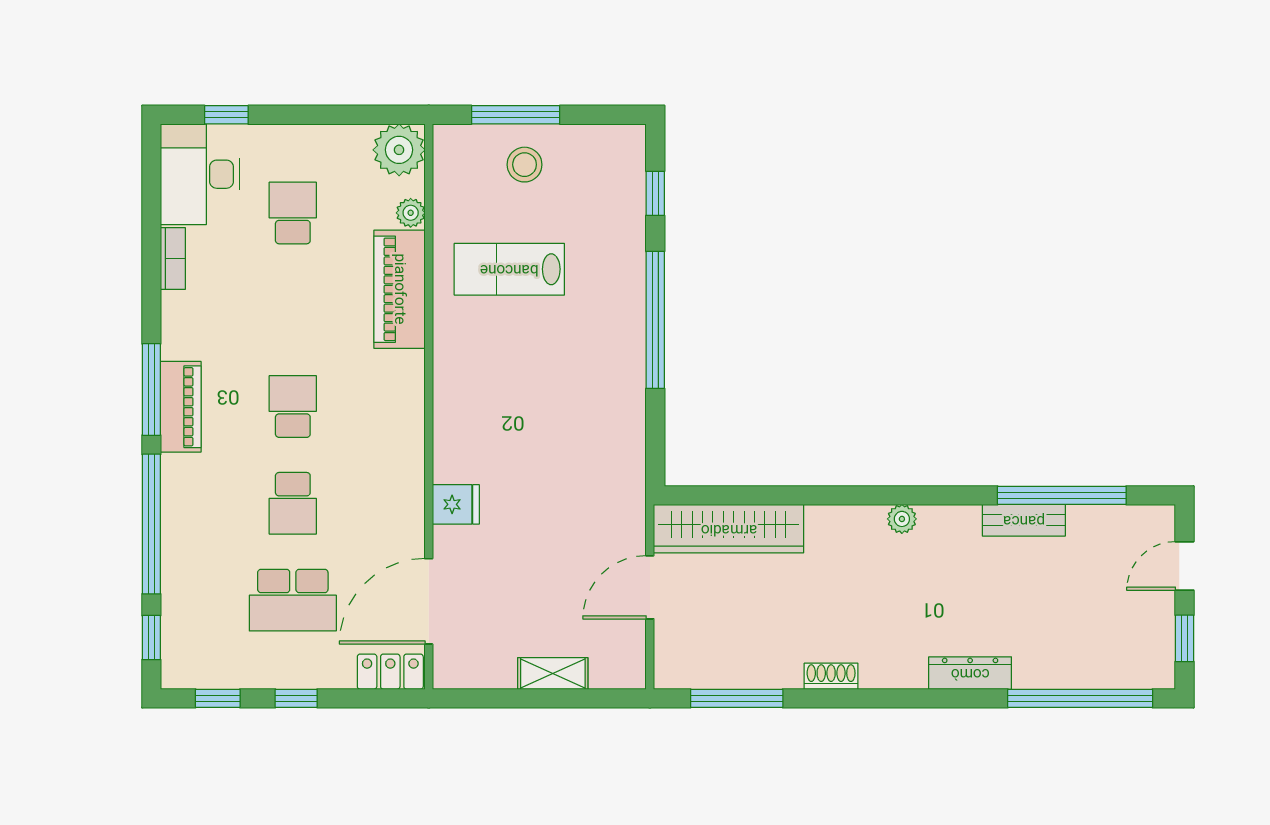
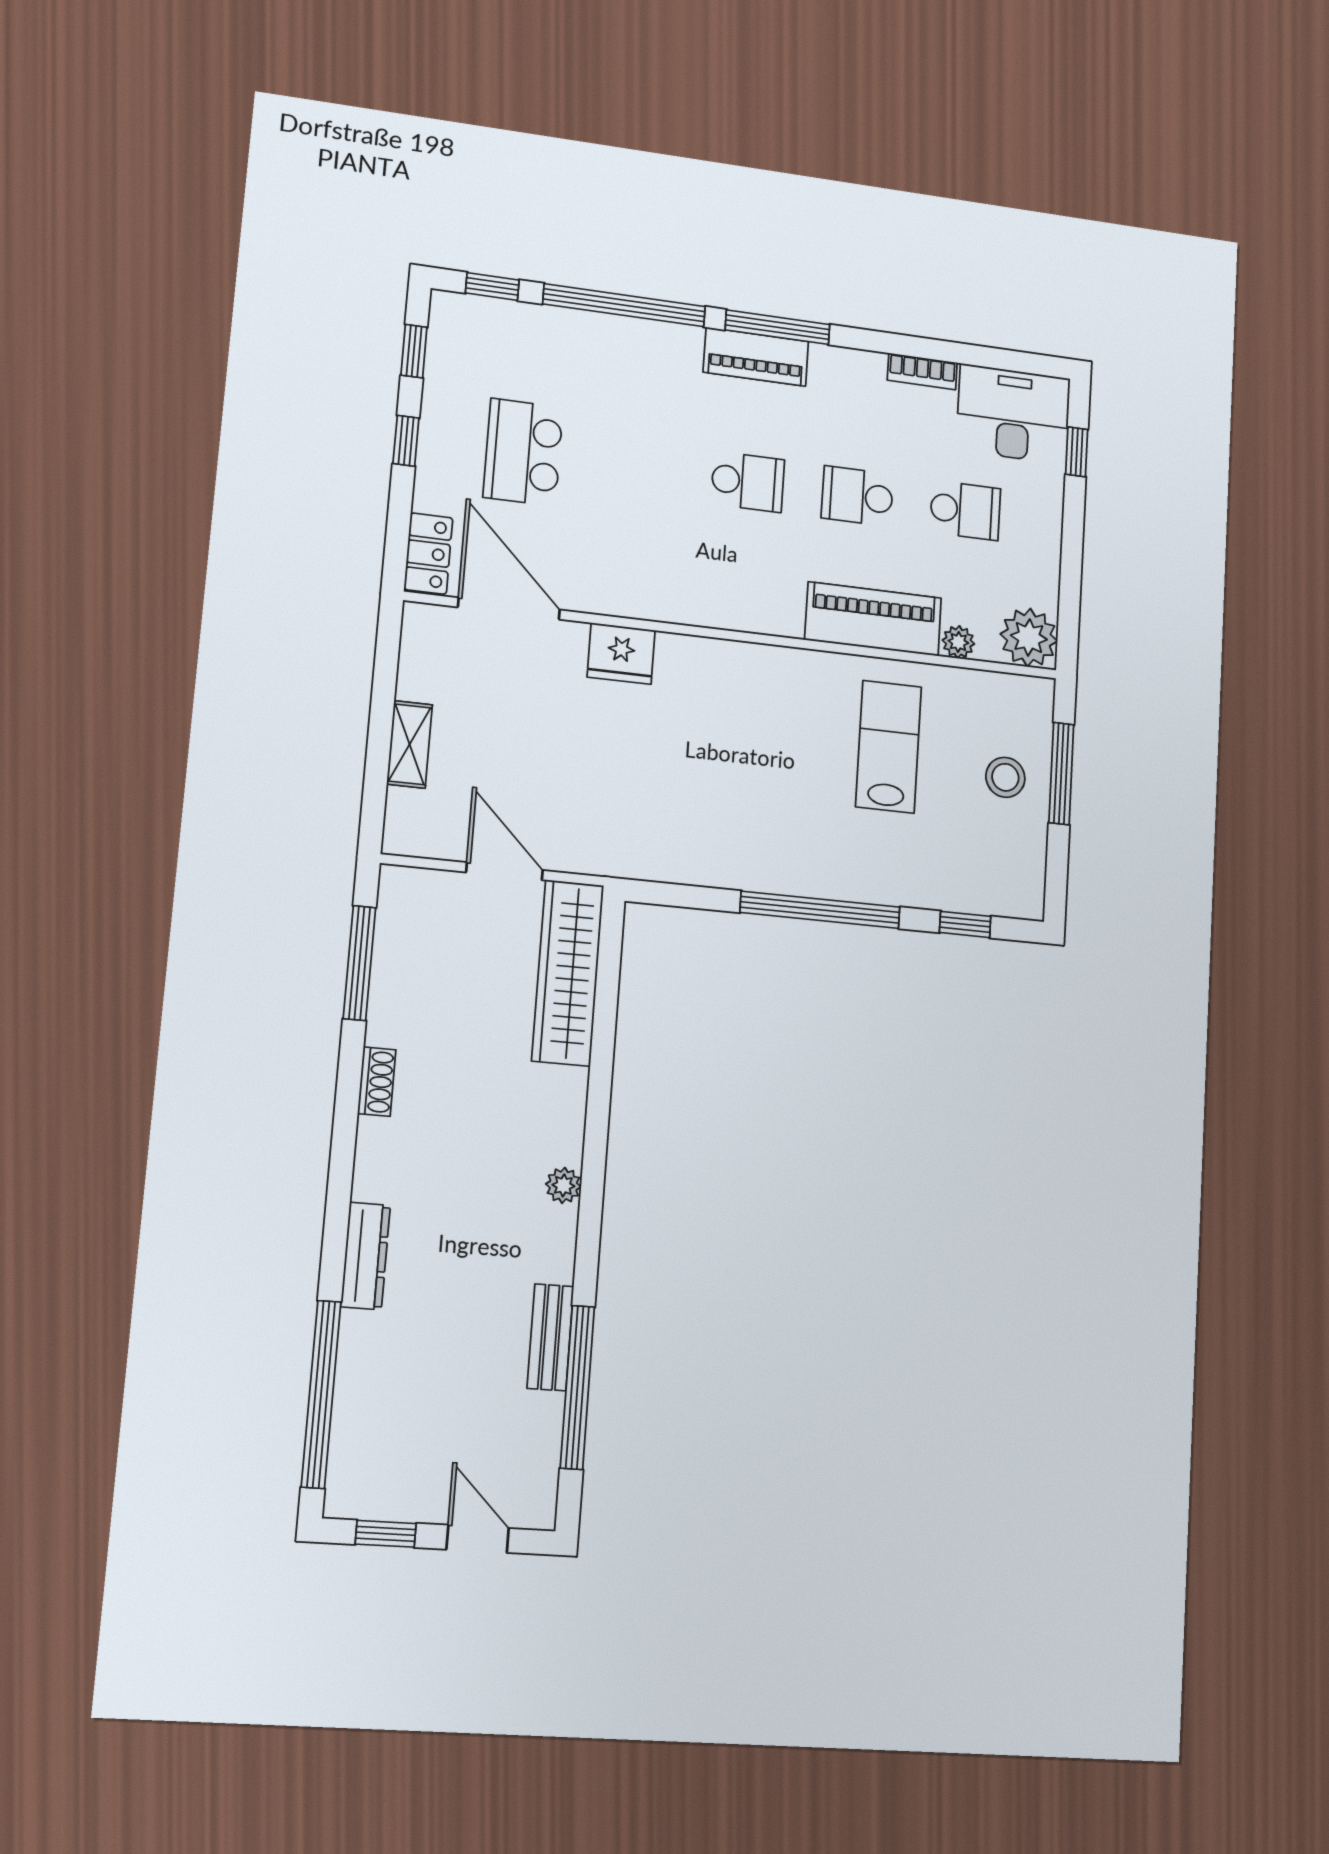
school desk: (293, 503) -> (857, 496), moved
fridge: (456, 504) -> (621, 654), width x1.38

